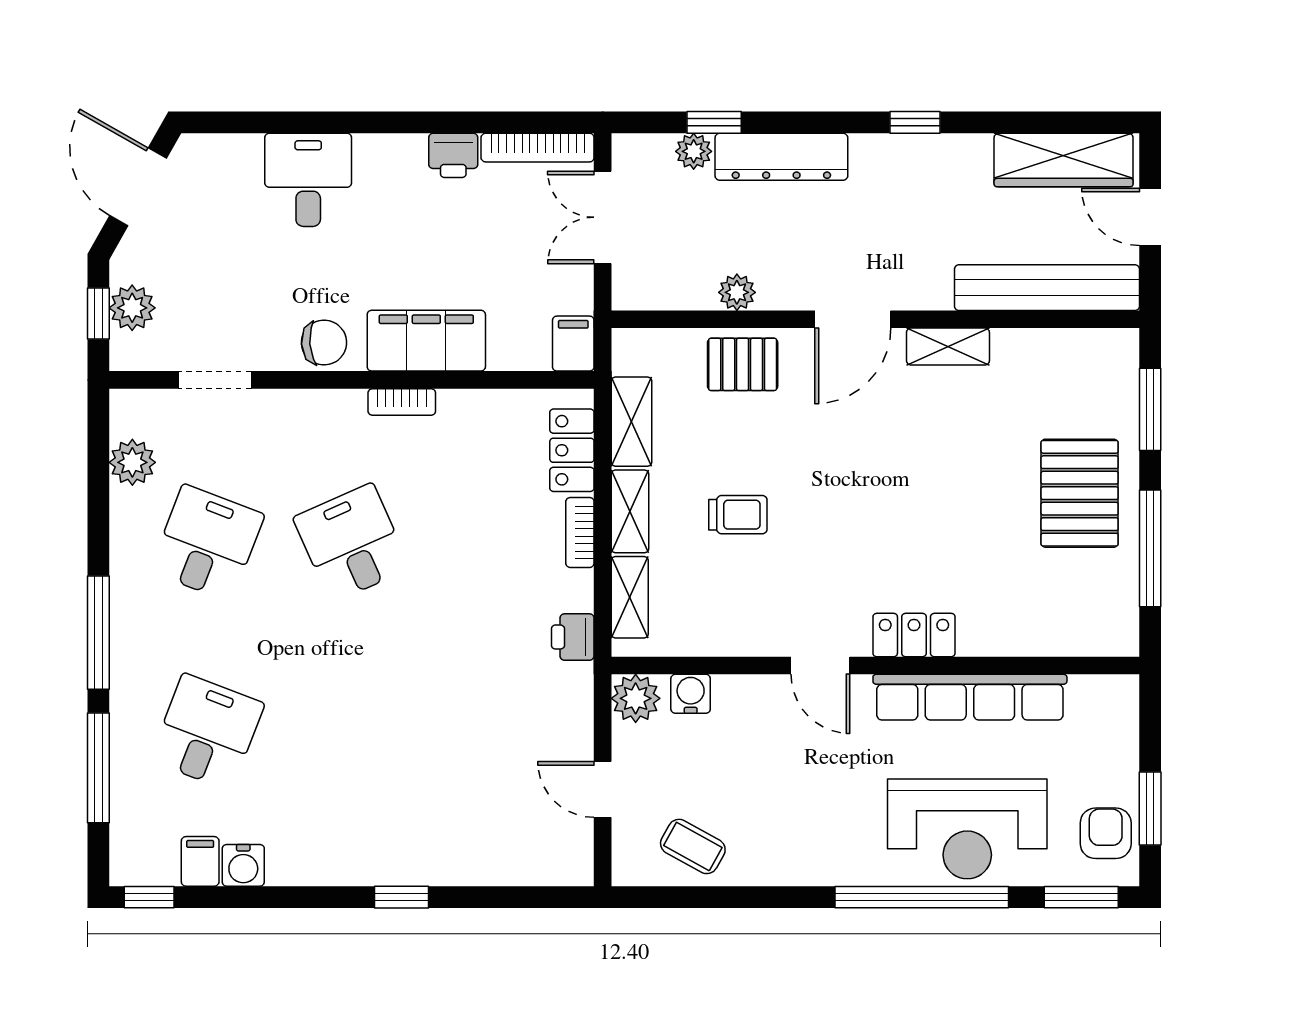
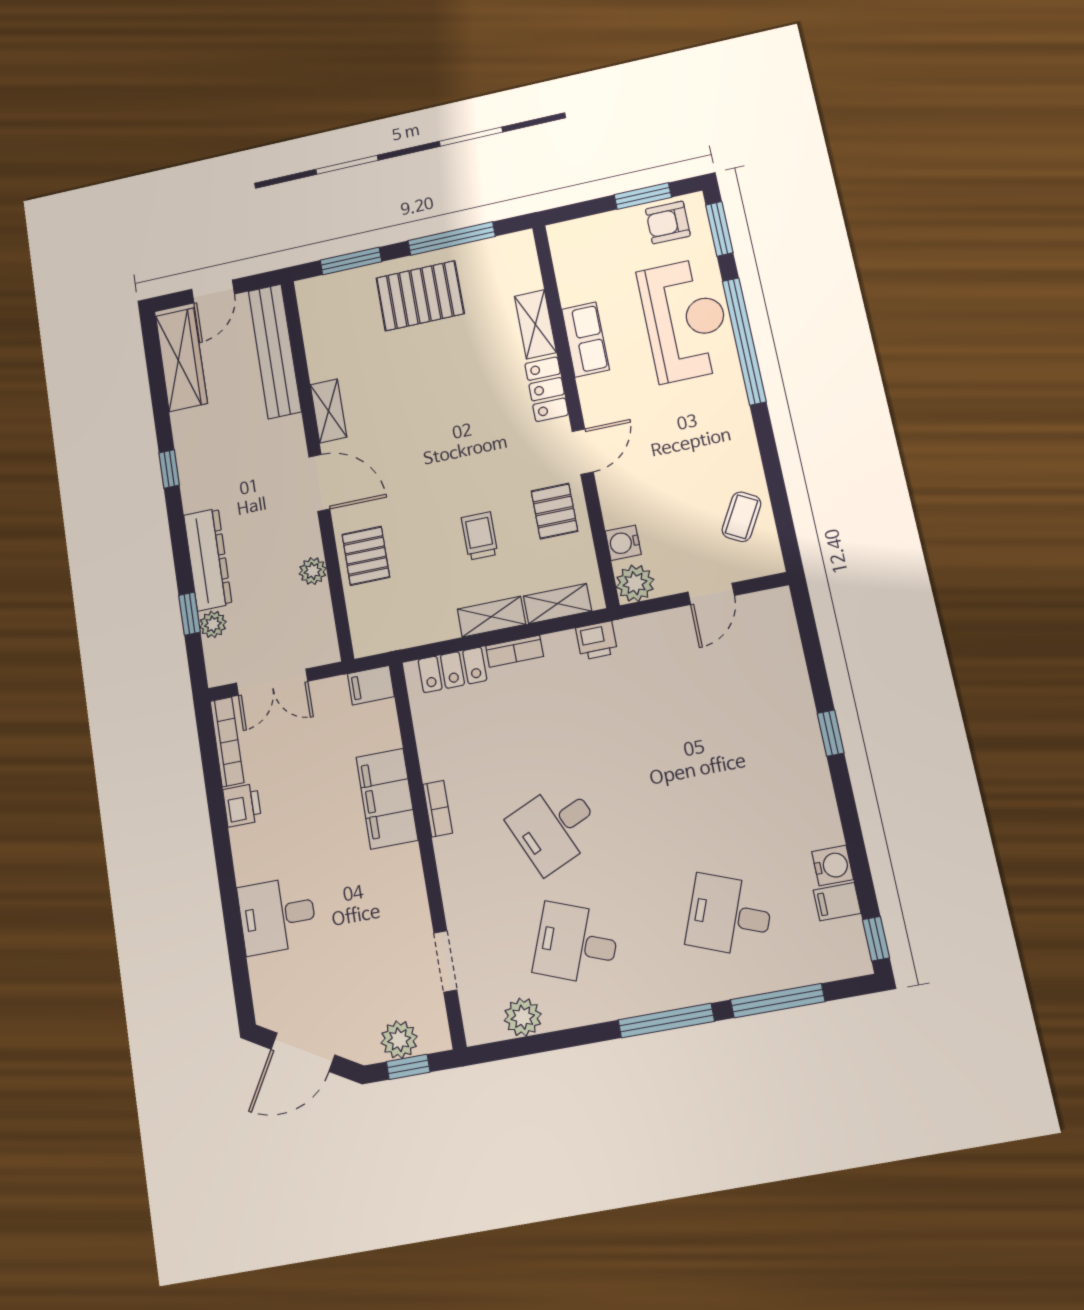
chair: (324, 343) -> (402, 879), removed
shelving: (631, 422) -> (535, 324), moved, turned 90
pallet: (750, 615) -> (554, 511), added
row of seats: (970, 697) -> (585, 339), width x0.50

